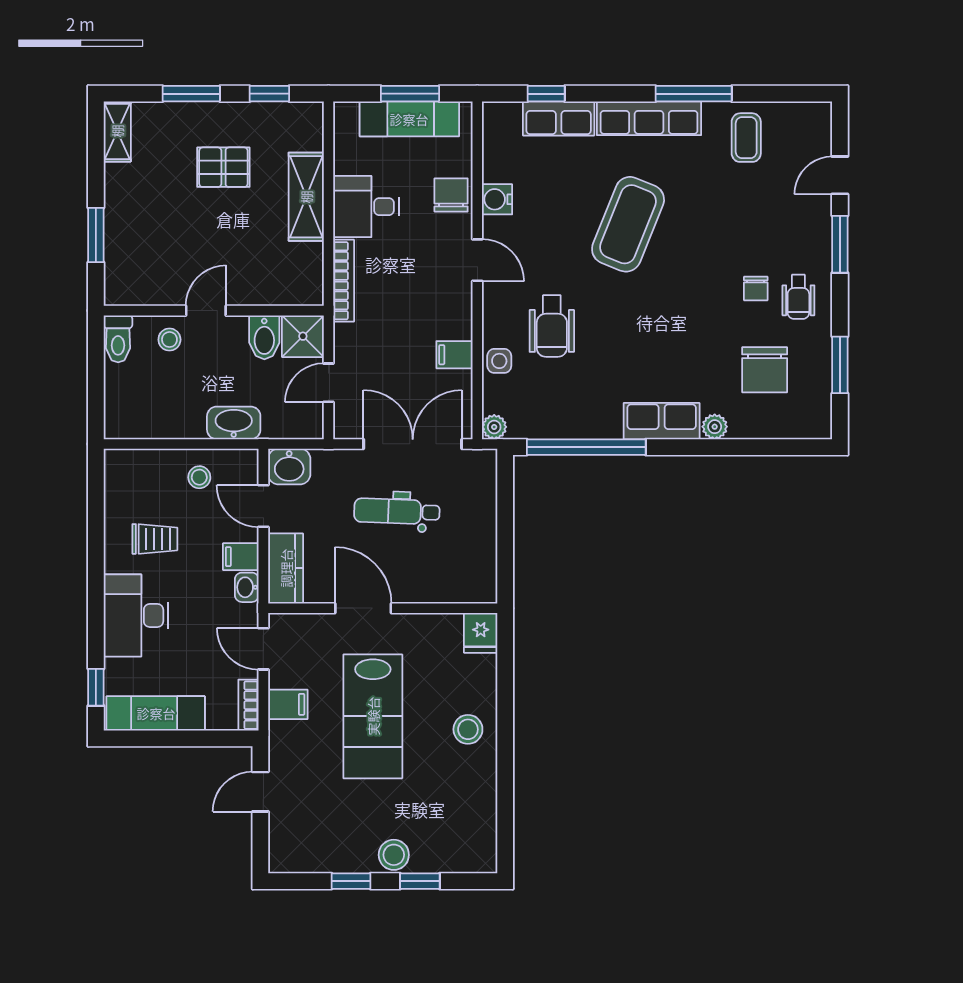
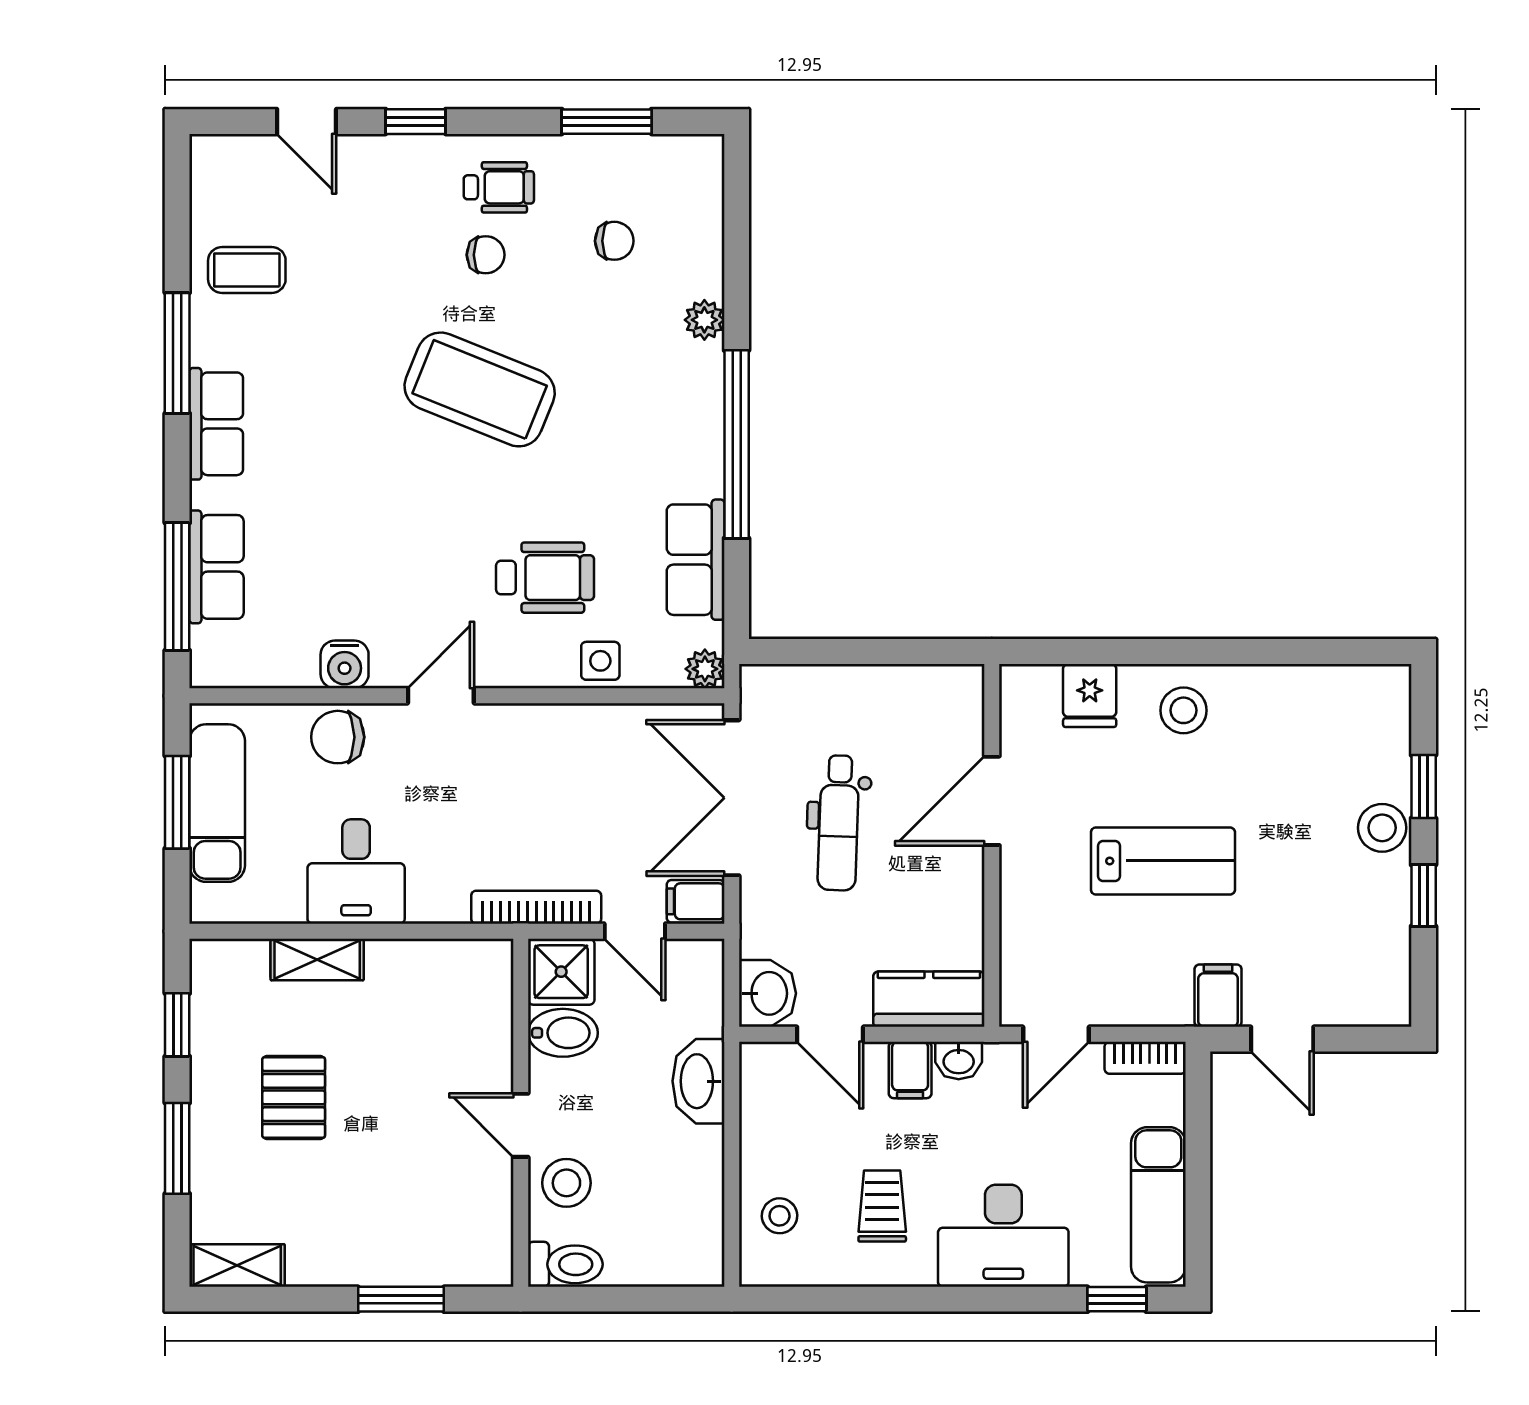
window: (546, 94) -> (177, 587), width x2.17
row of seats: (649, 118) -> (216, 424), width x0.68
shelving: (306, 197) -> (317, 960), width x0.67, depth x0.75
coffee table: (628, 224) -> (480, 389), moved
window: (840, 244) -> (416, 122), width x0.67
bookcase: (344, 281) -> (536, 907), moved
stool: (169, 340) -> (566, 1183), width x1.37, depth x1.37
filing cabinet: (454, 355) -> (696, 901), moved, turned 90
chair: (765, 370) -> (614, 241), width x0.54, depth x0.54
row of seats: (662, 421) -> (696, 560), moved
window: (586, 447) -> (737, 444), moved
stool: (199, 477) -> (780, 1216), moved
door: (263, 506) -> (830, 1034), hinge flipped
door: (363, 608) -> (992, 801), moved
fridge: (481, 633) -> (1090, 695), moved, turned 90
filing cabinet: (288, 704) -> (1218, 996), moved
lab bench: (373, 716) -> (1163, 861), width x0.73, depth x0.72

